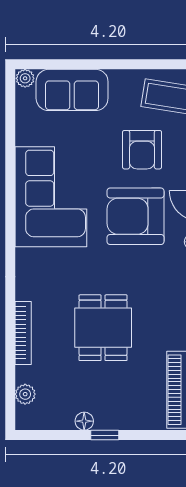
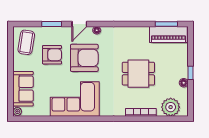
armchair: (136, 216) -> (84, 58), turned -90
plant: (25, 394) -> (171, 107), width x1.87, depth x1.87

